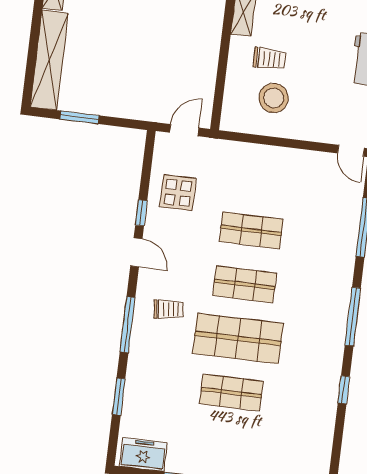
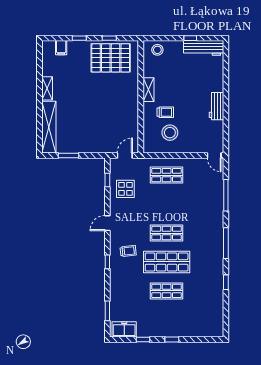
window: (141, 213) -> (107, 180), moved
shop shelf: (251, 230) -> (167, 175), moved
door: (136, 252) -> (107, 223), swing flipped
window: (127, 325) -> (107, 262), width x0.46
window: (119, 397) -> (107, 311), moved

